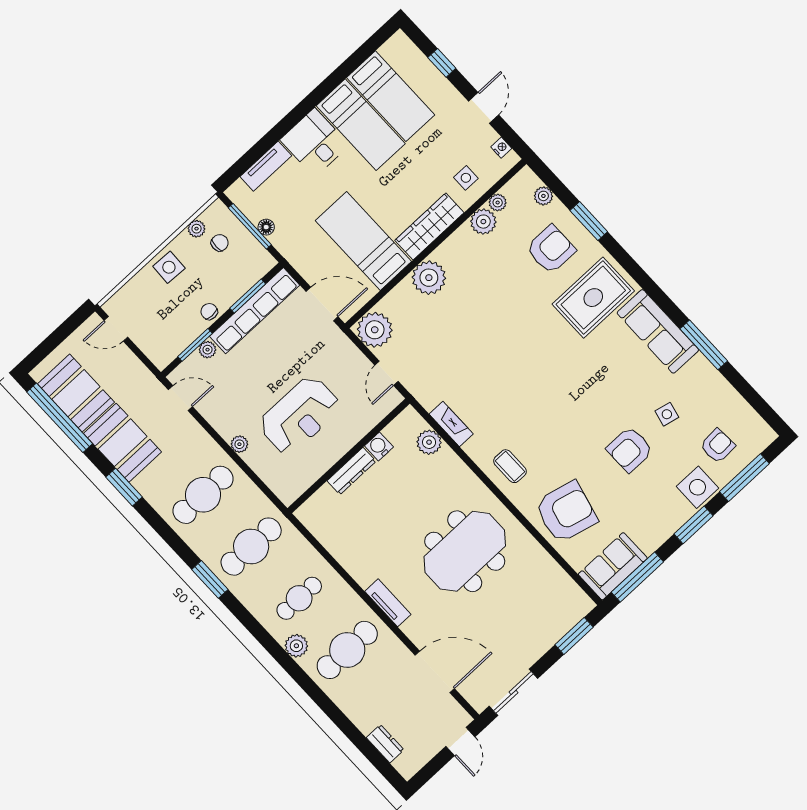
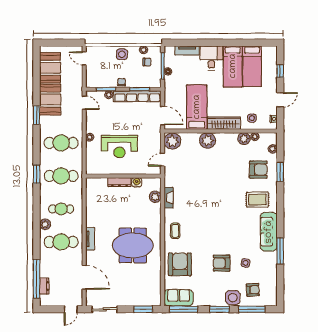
rug: (593, 298) -> (257, 200), width x0.73, depth x0.70
window: (60, 418) -> (37, 279), moved
armchair: (566, 512) -> (180, 264), turned -104

